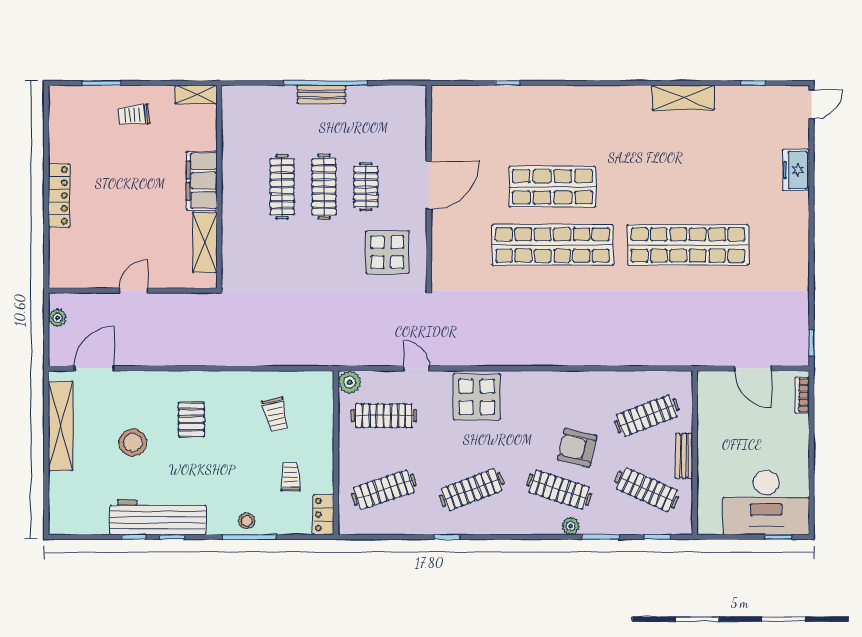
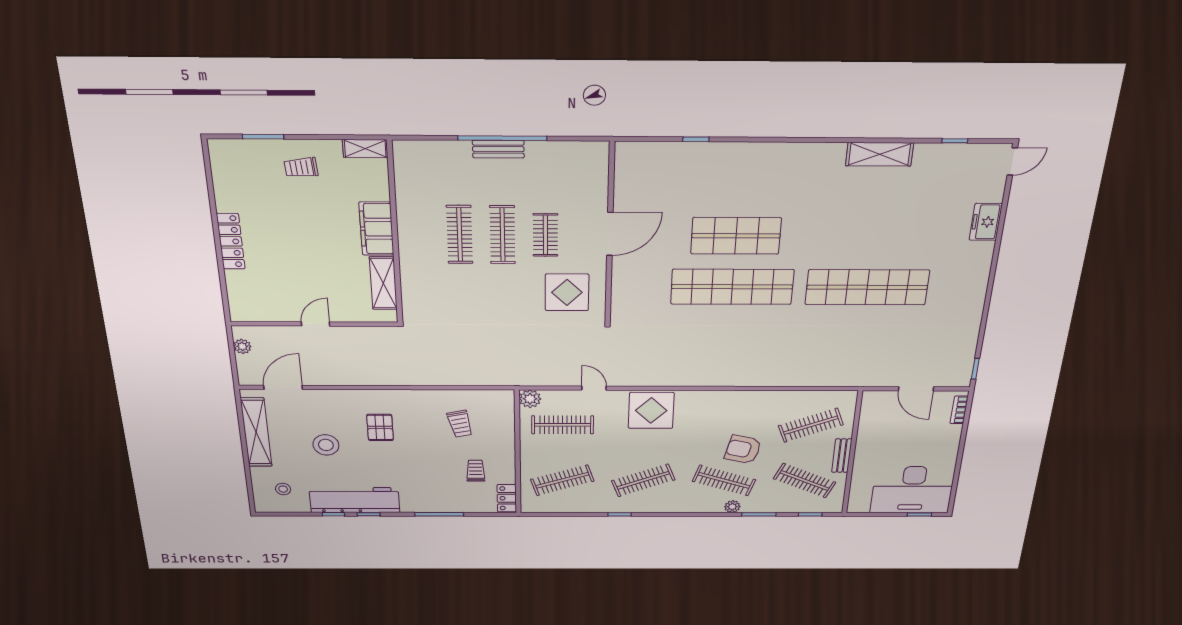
stool: (247, 521) -> (283, 489), moved

